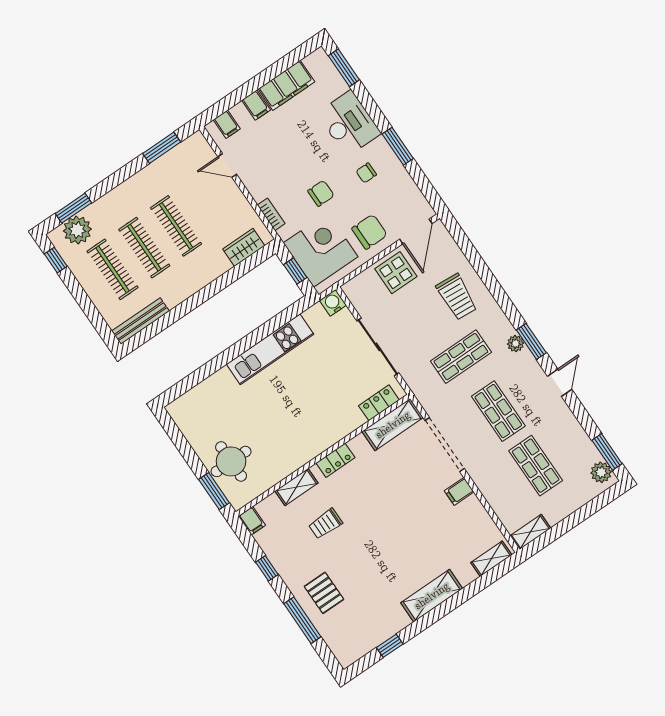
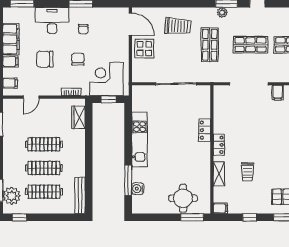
chair: (369, 232) -> (45, 59), moved, turned -90
water cooler: (333, 303) -> (138, 189), moved
window: (205, 371) -> (128, 180), added
locker: (379, 403) -> (205, 130), moved
shelving: (393, 425) -> (221, 103), removed

